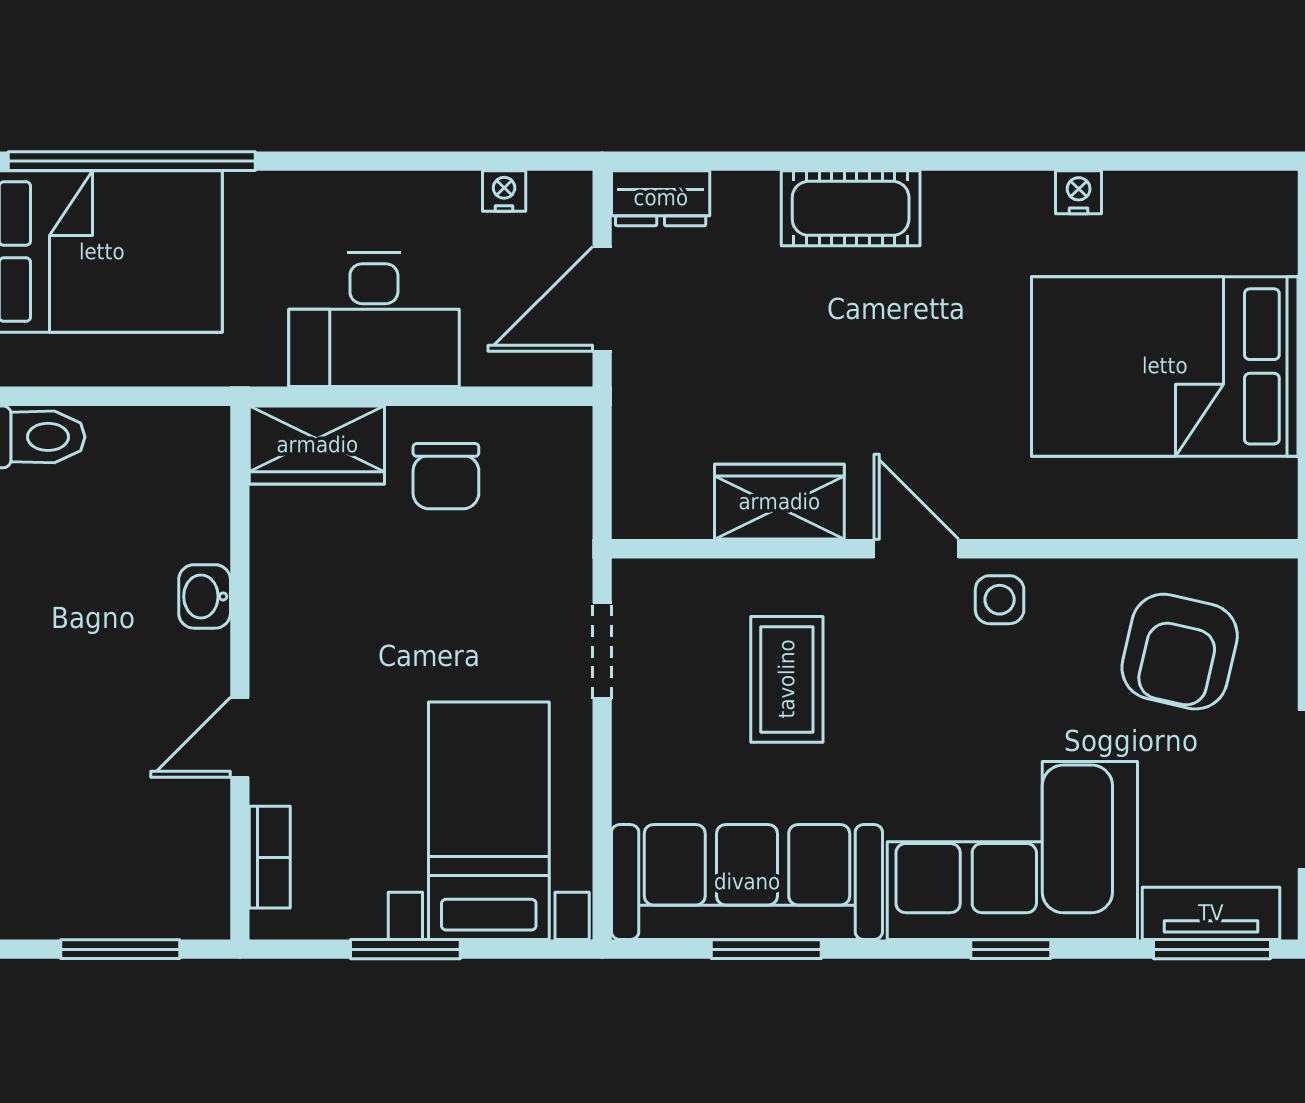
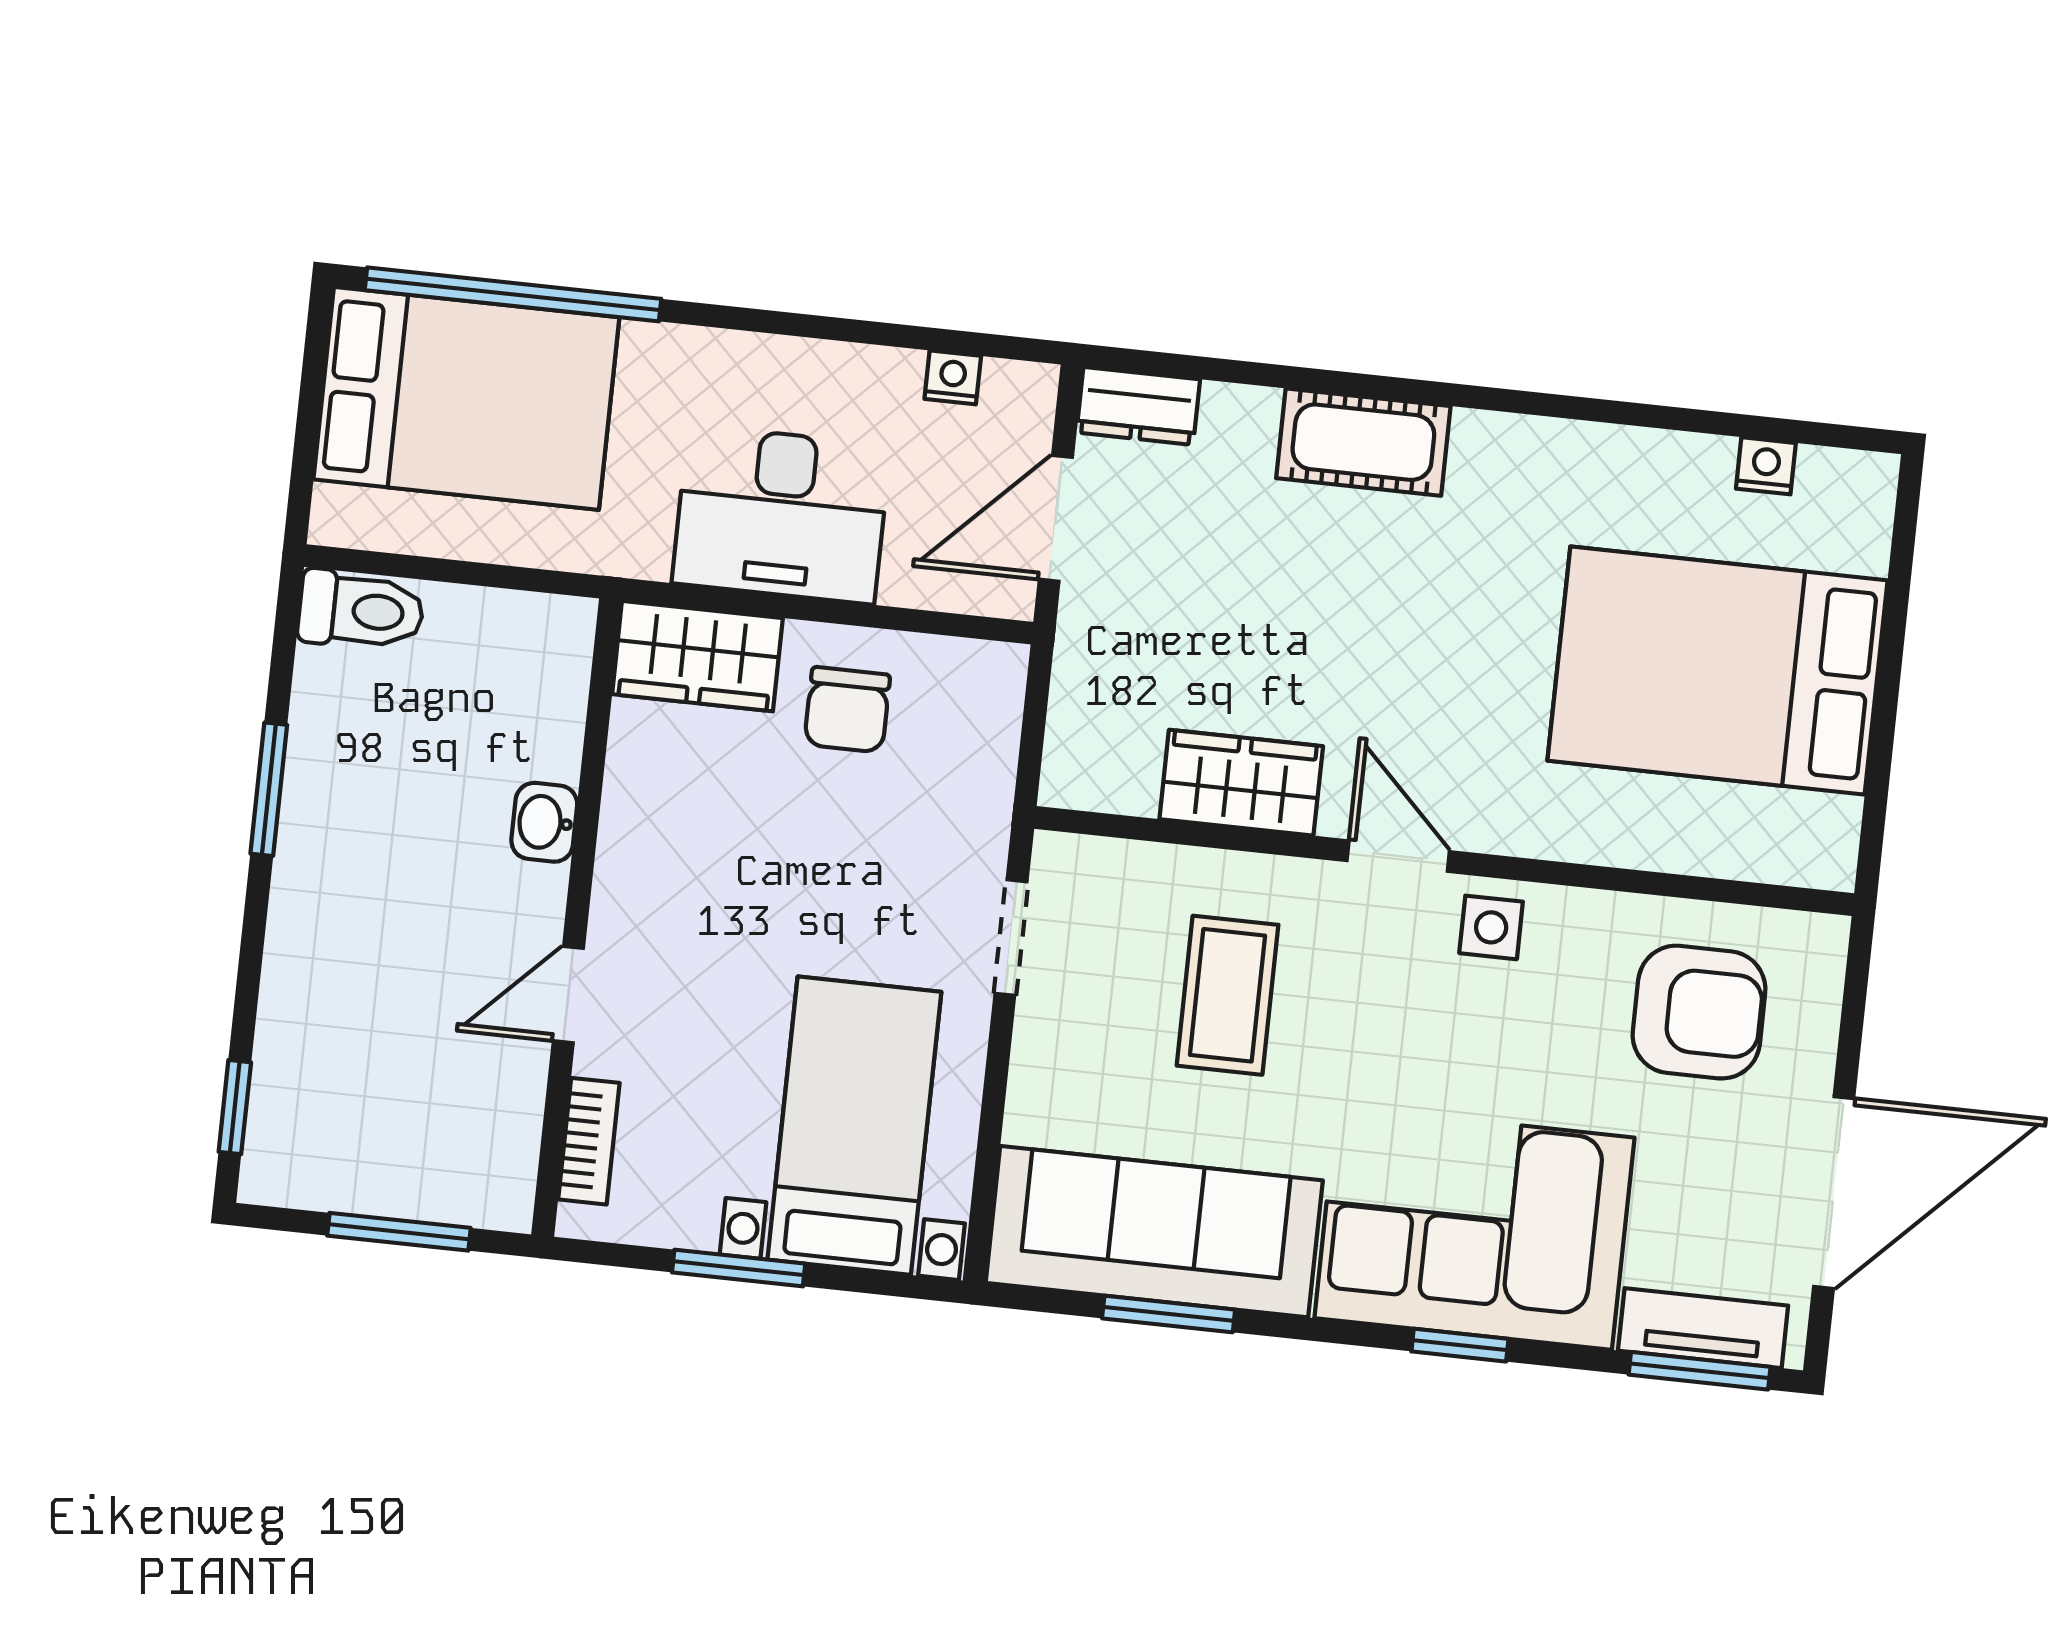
nightstand: (1079, 192) -> (1766, 466), moved
armchair: (1180, 652) -> (1699, 1012), turned -103

